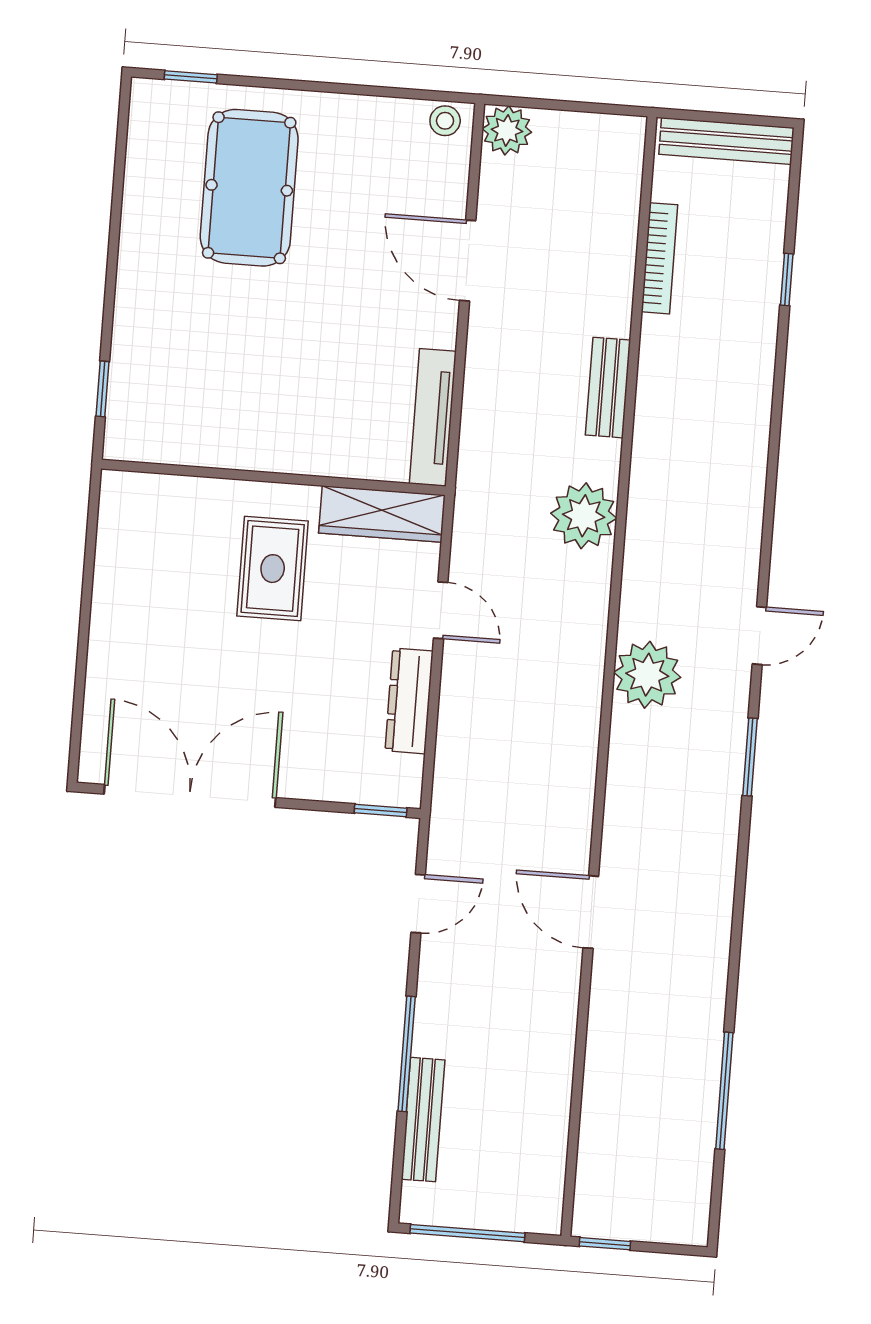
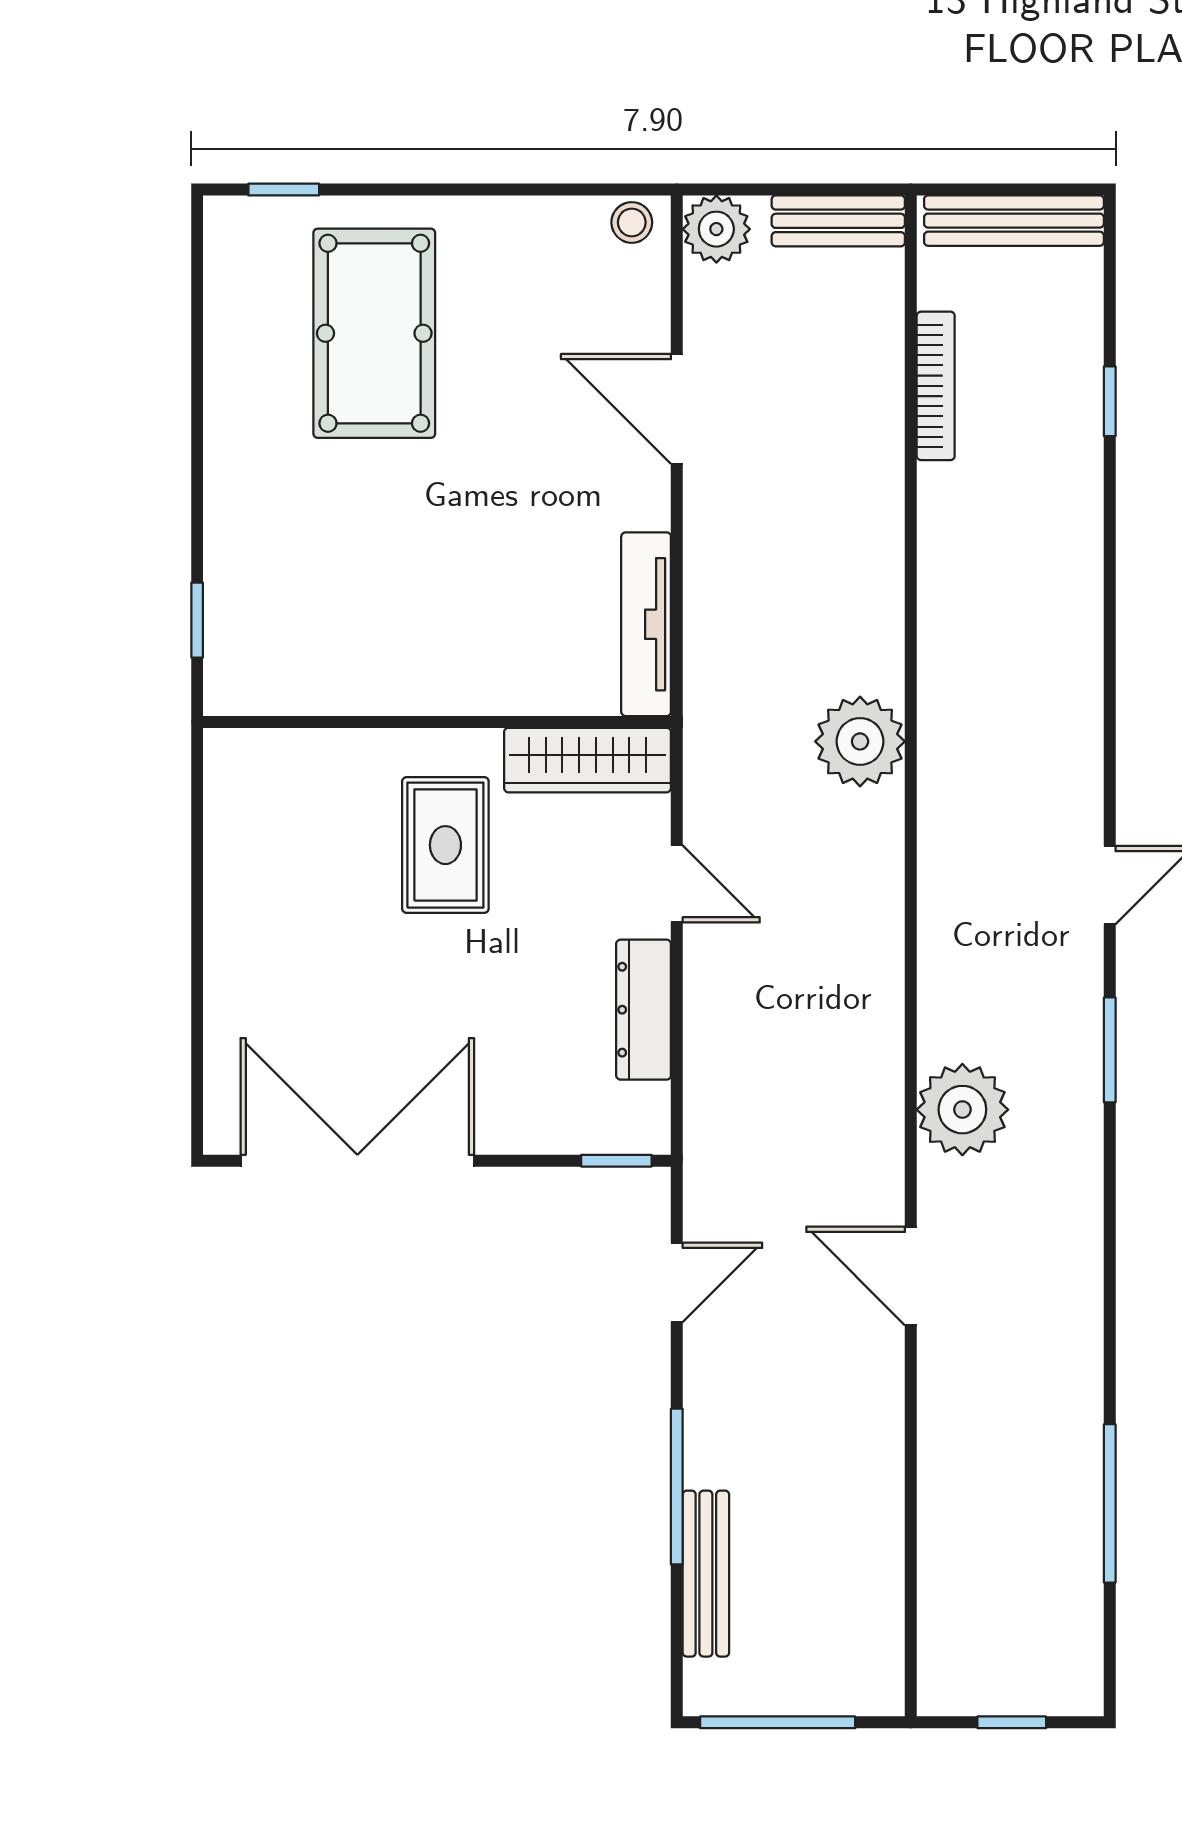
bench: (608, 388) -> (838, 221), moved, turned 90
plant: (647, 675) -> (962, 1110), moved
window: (605, 1244) -> (1012, 1722), moved

